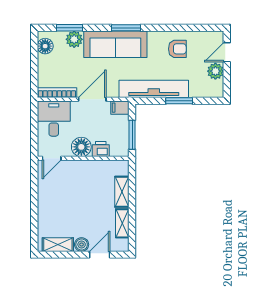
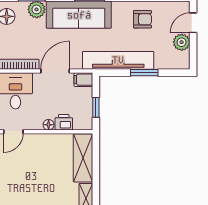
window: (132, 135) -> (96, 107), width x0.67
floor lamp: (81, 147) -> (49, 125), width x0.53, depth x0.53
shelving: (122, 192) -> (83, 158), width x1.50, depth x1.33

